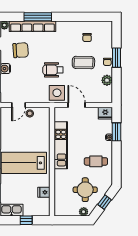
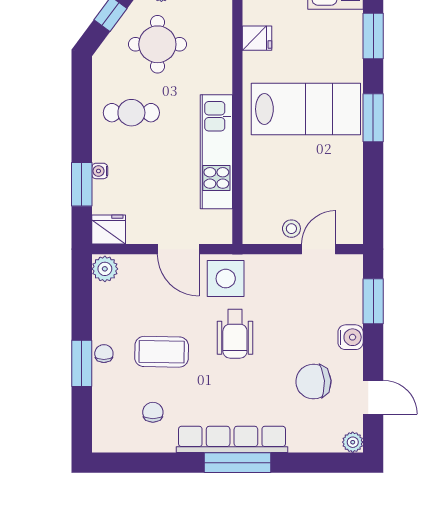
window: (38, 17) -> (238, 463), moved
row of seats: (33, 26) -> (232, 439), moved
wheelchair: (53, 70) -> (235, 334), turned 90
plant: (107, 80) -> (105, 269), moved

